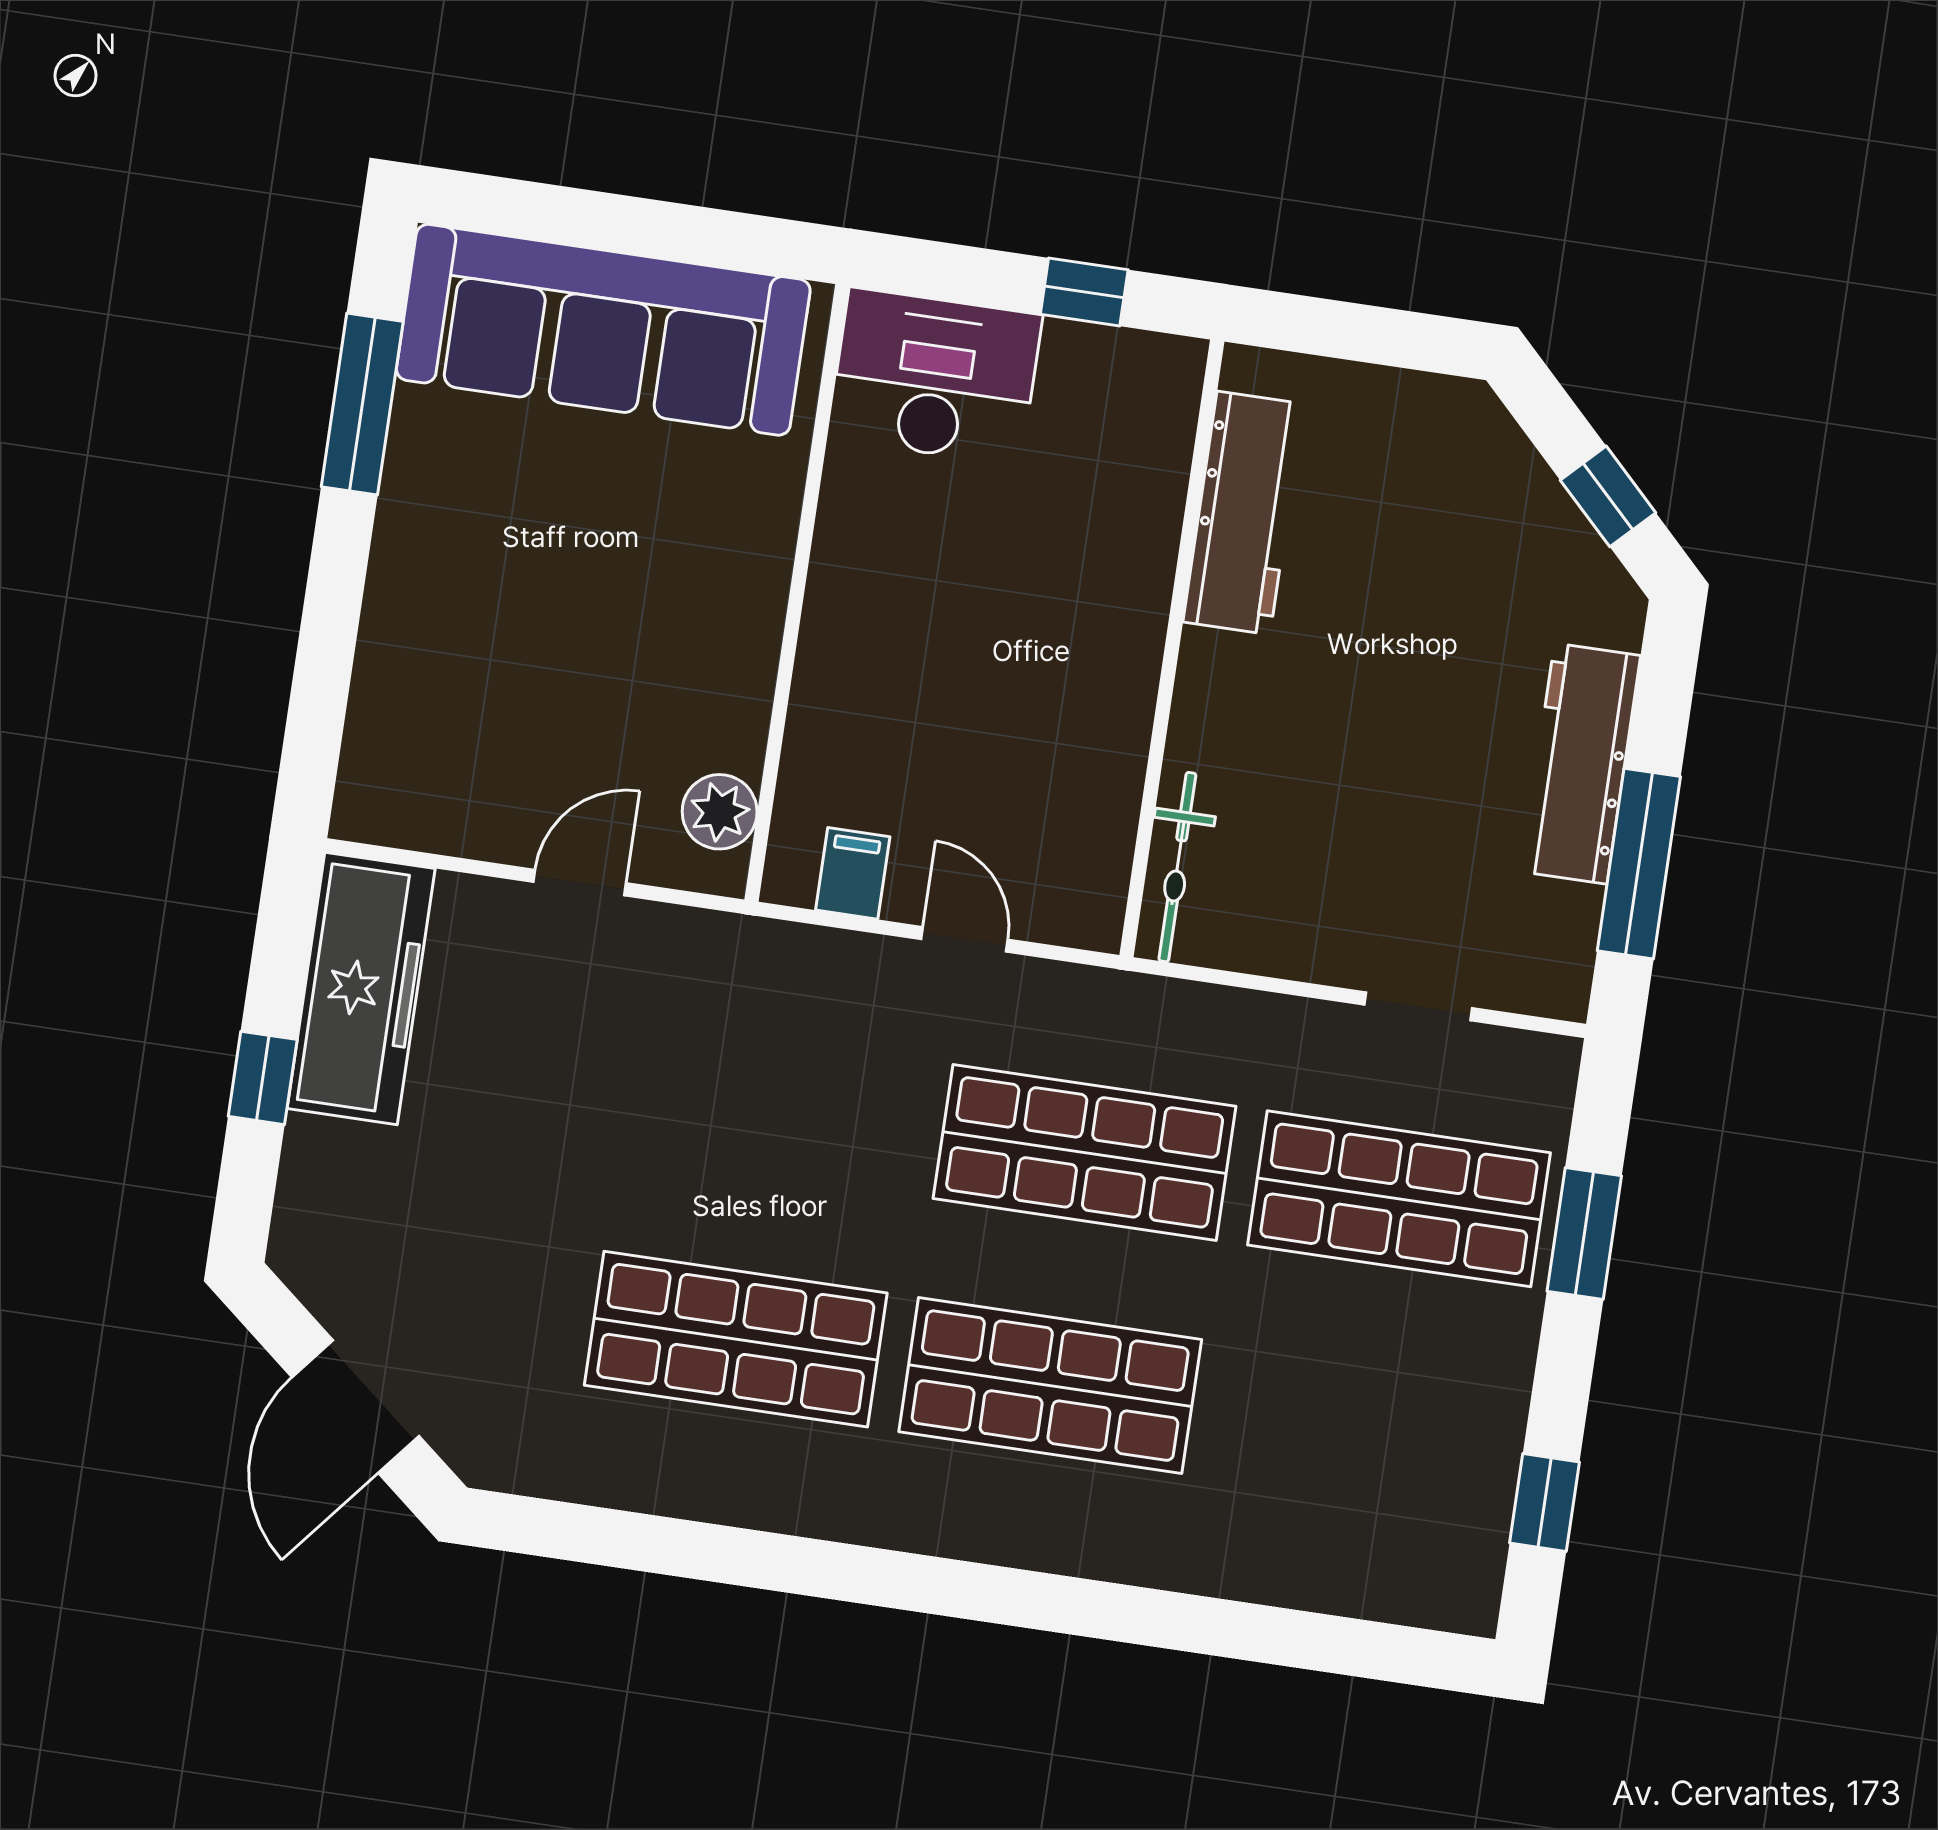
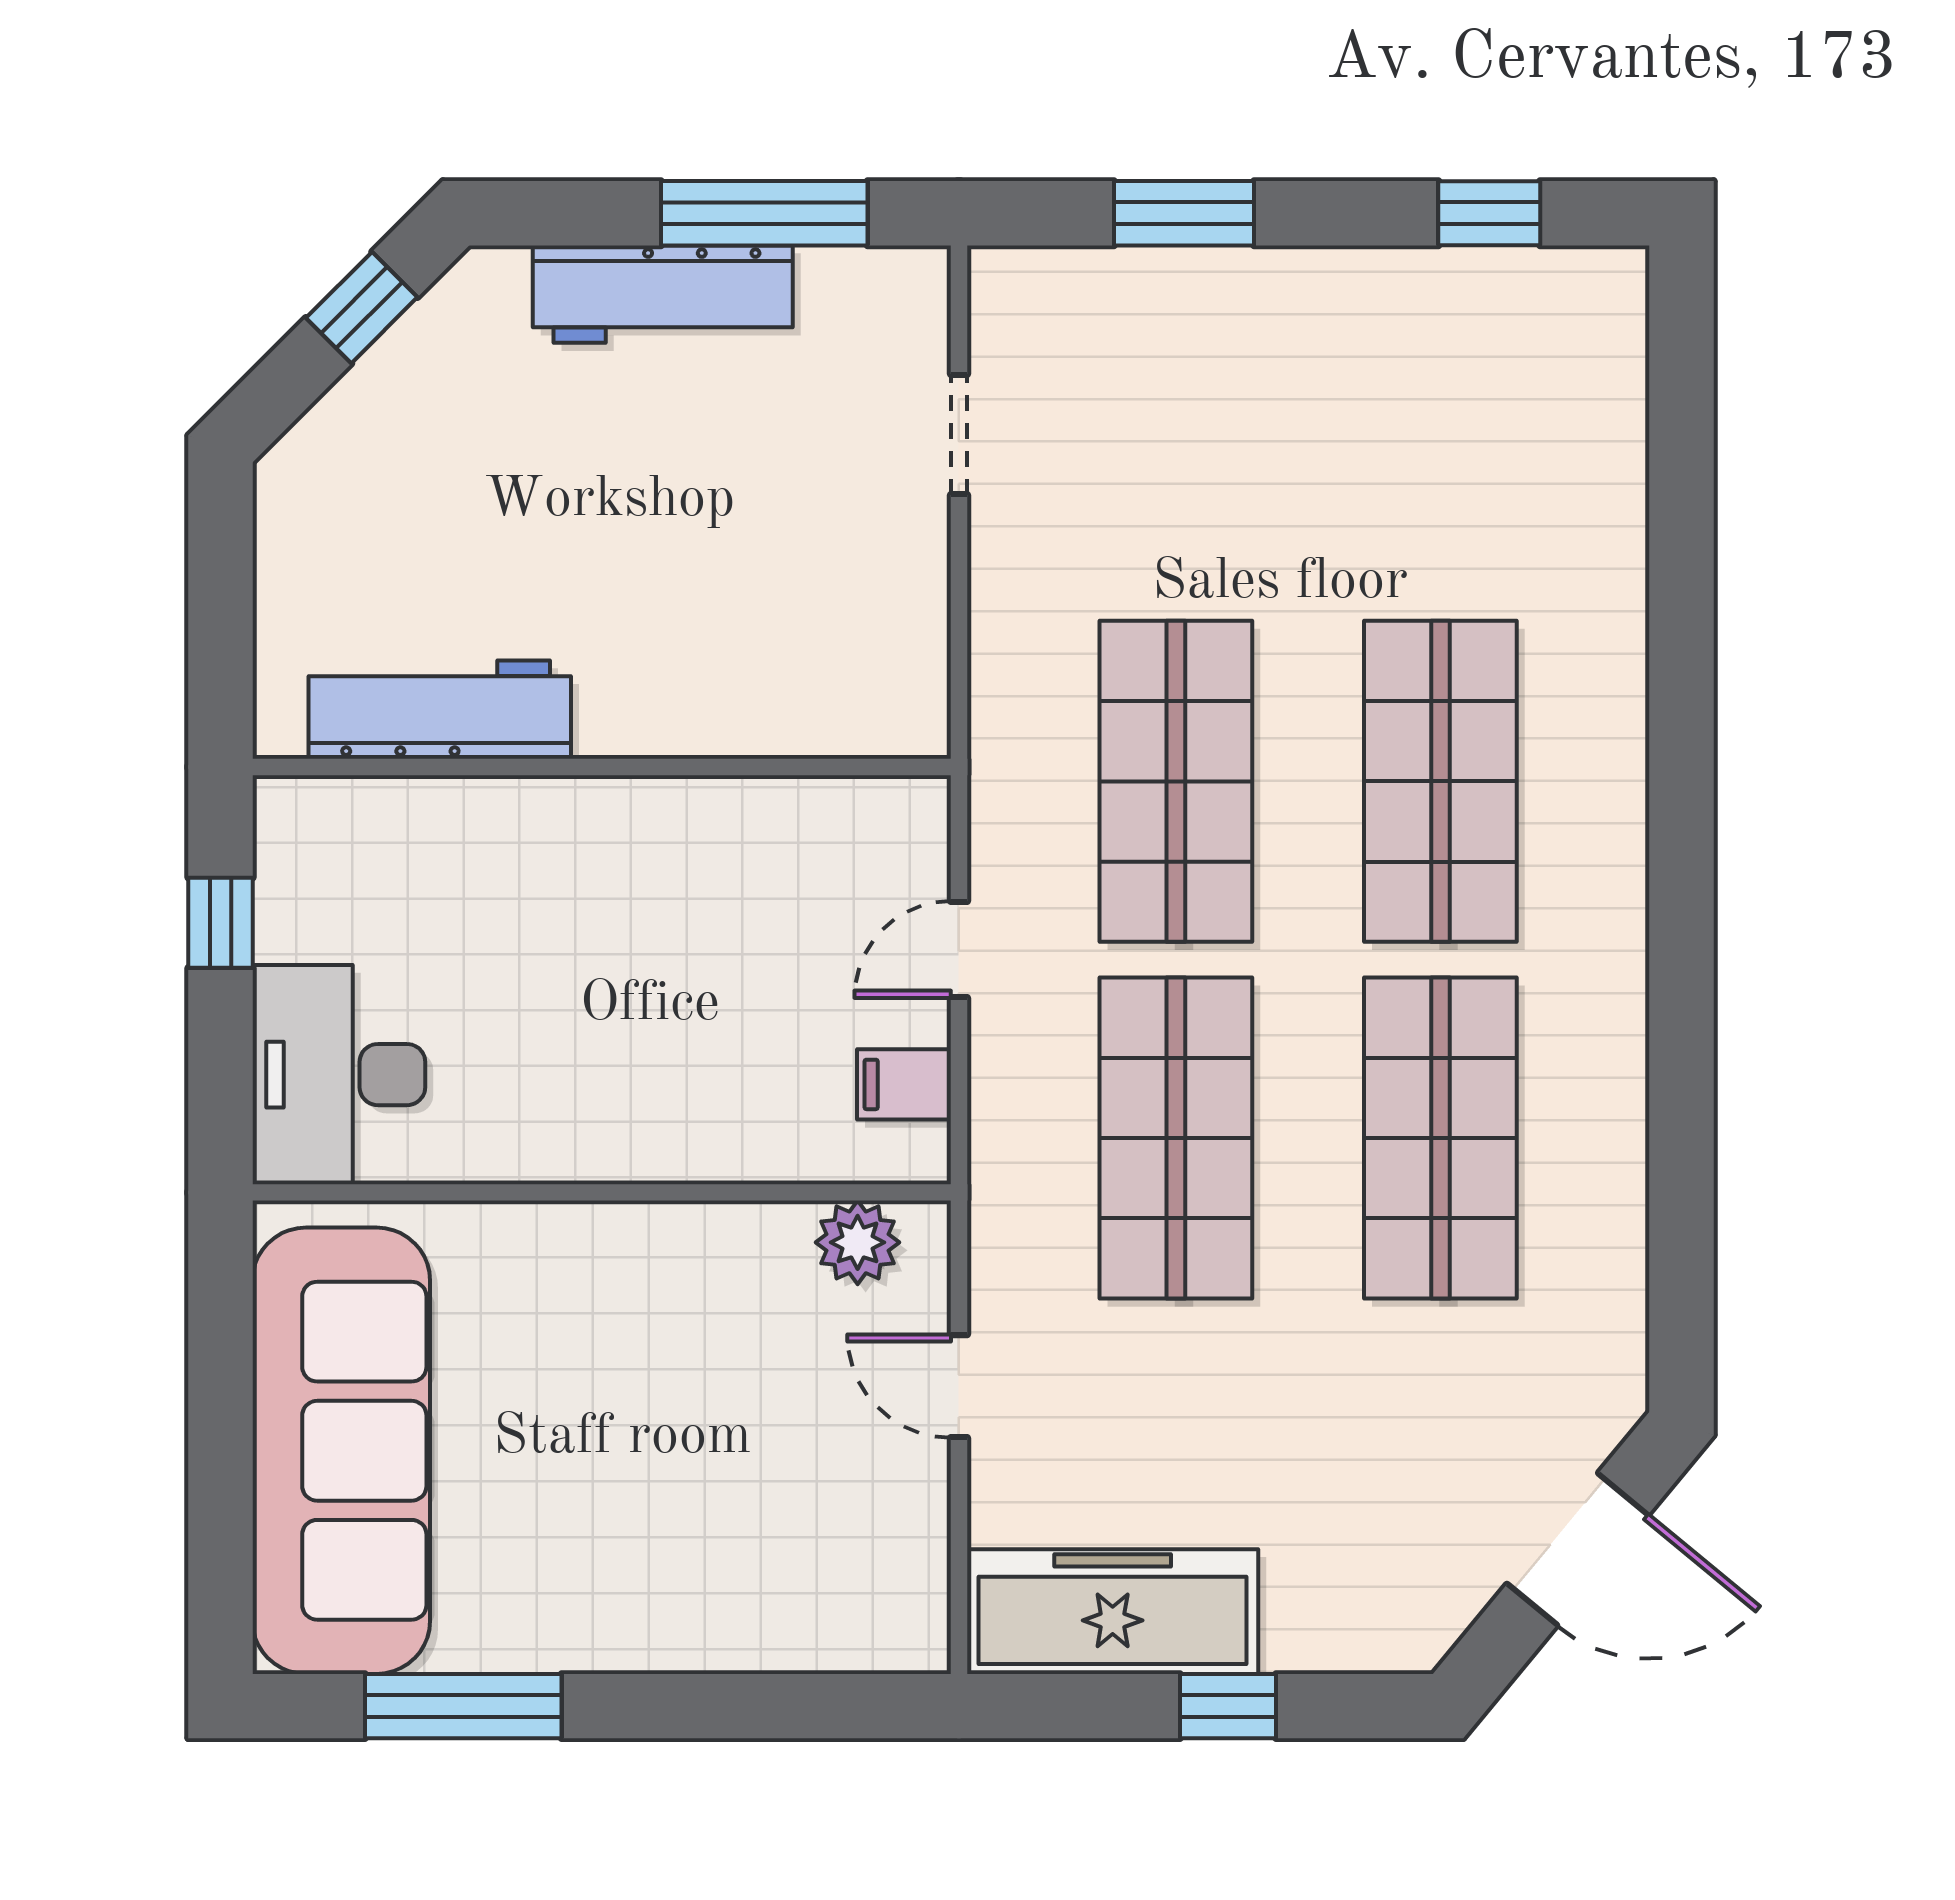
bicycle: (1177, 867) -> (844, 725), removed
shop shelf: (1399, 1199) -> (1176, 1138), moved

